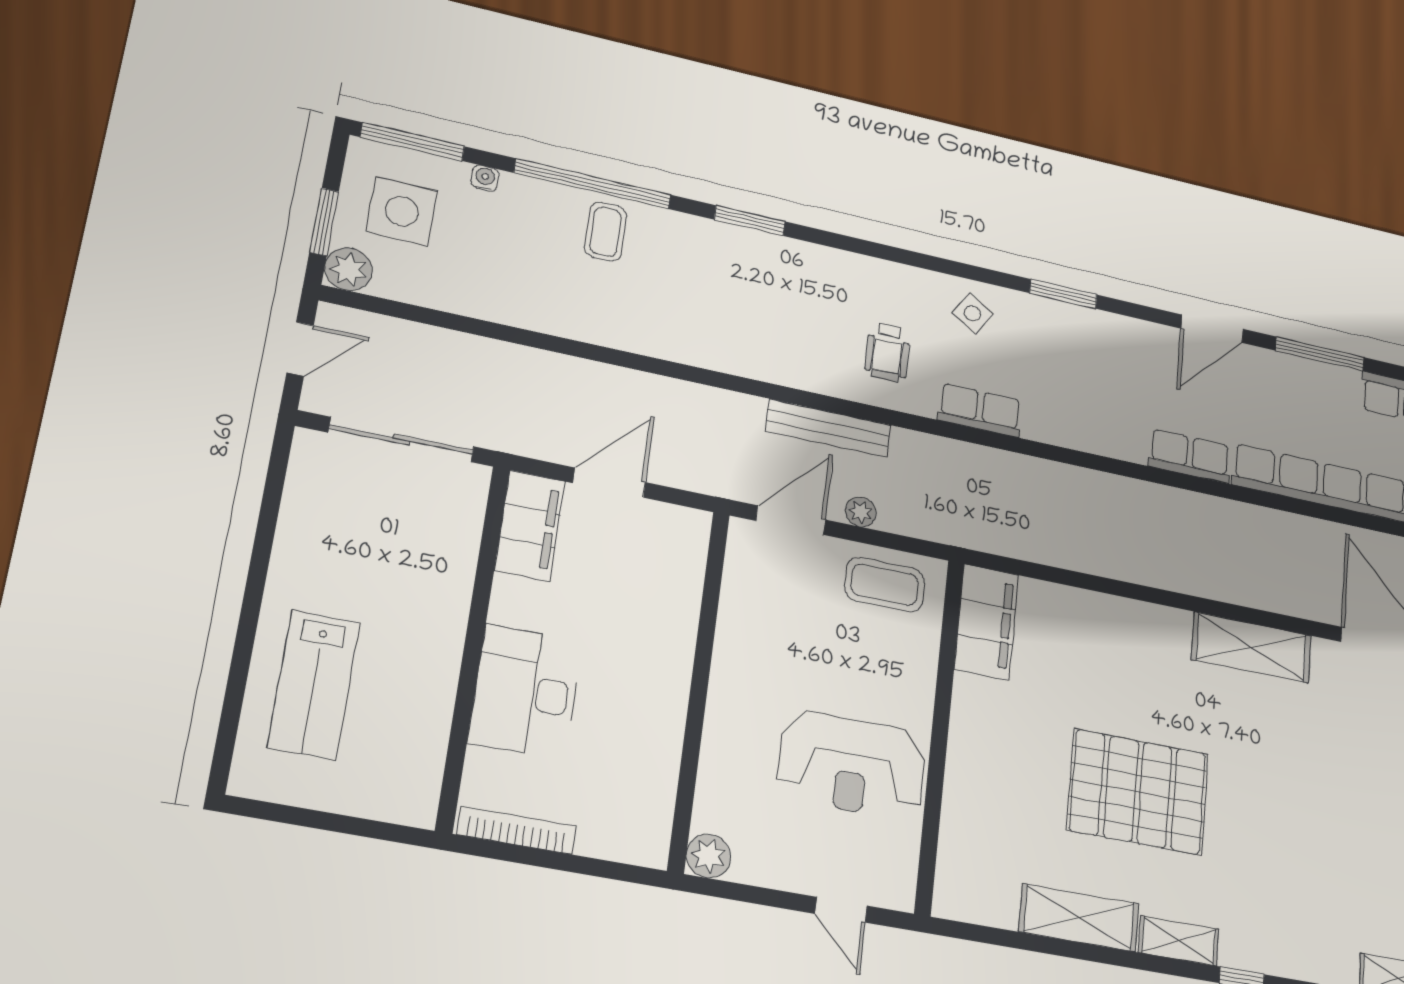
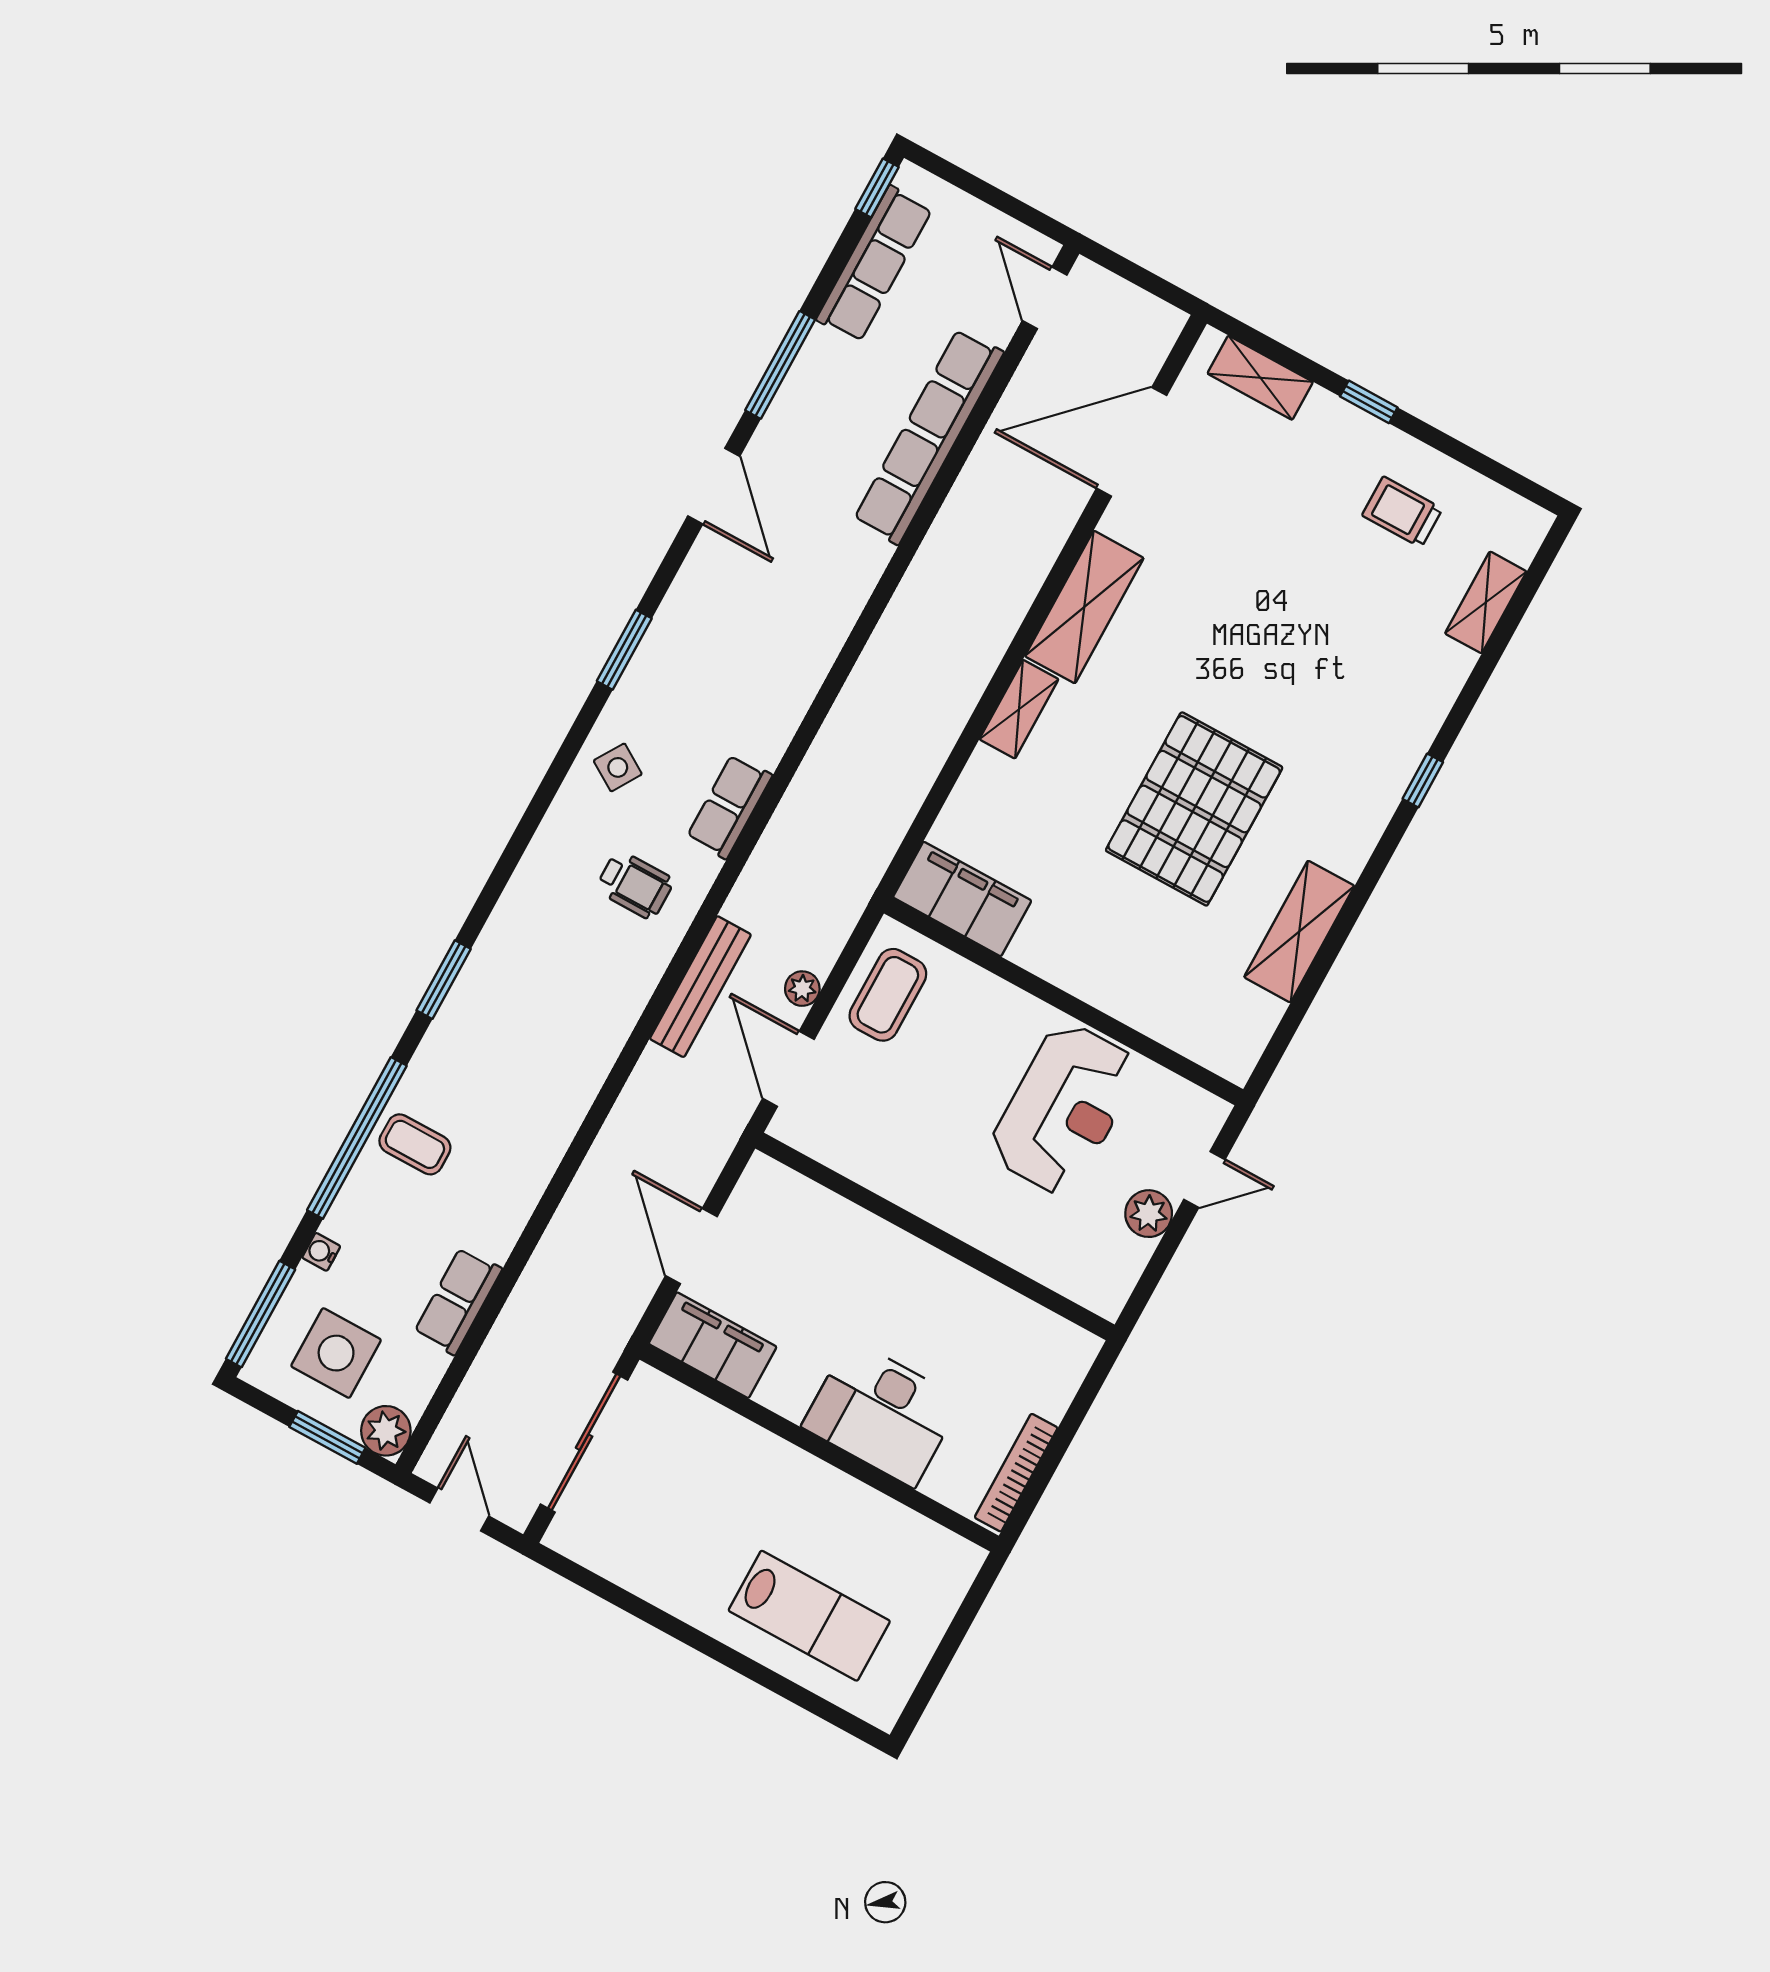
row of seats: (1190, 456) -> (458, 1301), moved
plant: (709, 856) -> (1149, 1214), moved
shelving: (1179, 941) -> (1019, 709), moved

